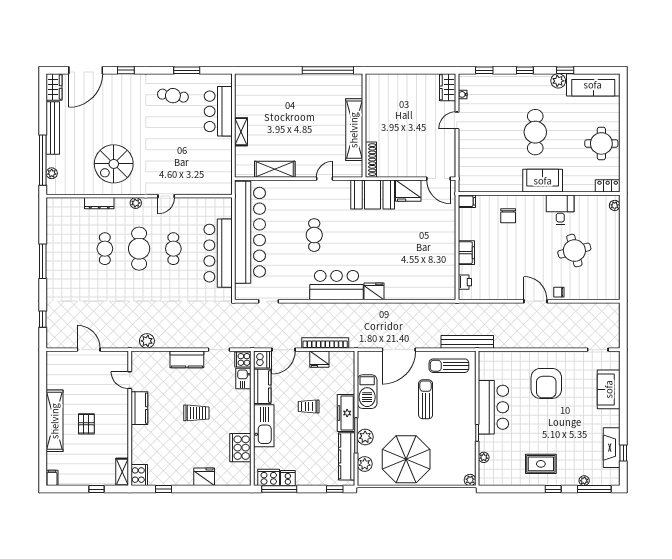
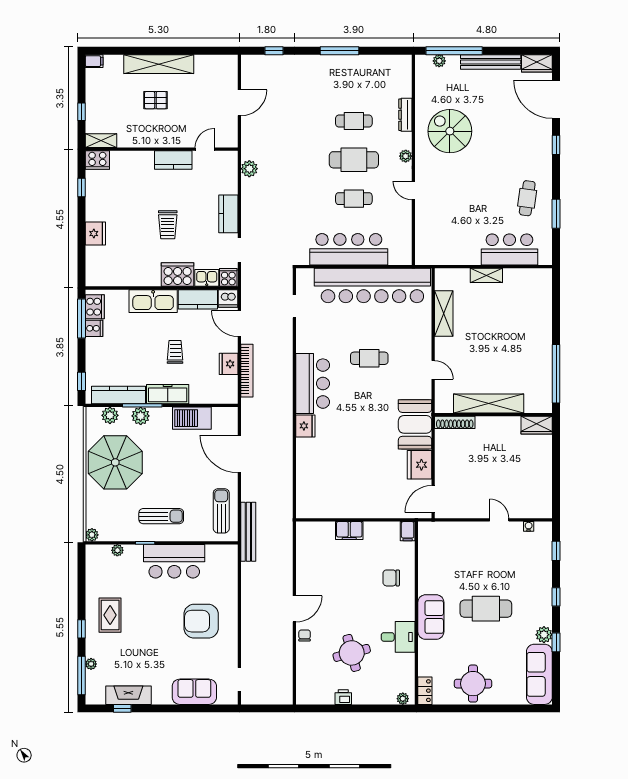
wardrobe: (448, 87) -> (537, 425), moved, turned 180
printer: (465, 282) -> (343, 697), moved, turned 180
sun lounger: (426, 399) -> (161, 516), moved
cooker: (240, 448) -> (178, 275), moved

